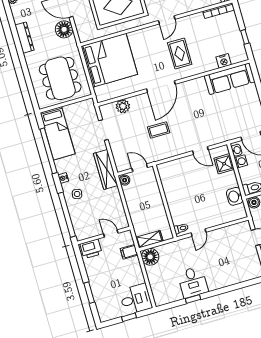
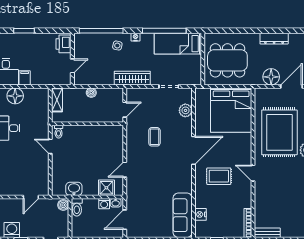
door: (161, 87) -> (194, 150), swing flipped
boiler: (125, 180) -> (91, 93), moved
filing cabinet: (129, 252) -> (25, 78), moved
floor lamp: (150, 257) -> (15, 96), moved

